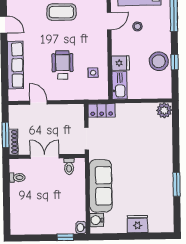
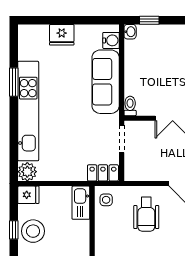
fridge: (120, 63) -> (28, 195), moved, turned 180
wheelchair: (63, 65) -> (146, 214), moved
side table: (93, 73) -> (106, 200), moved
kitchen unit: (164, 161) -> (28, 111), added
toilet: (69, 166) -> (130, 106), moved

